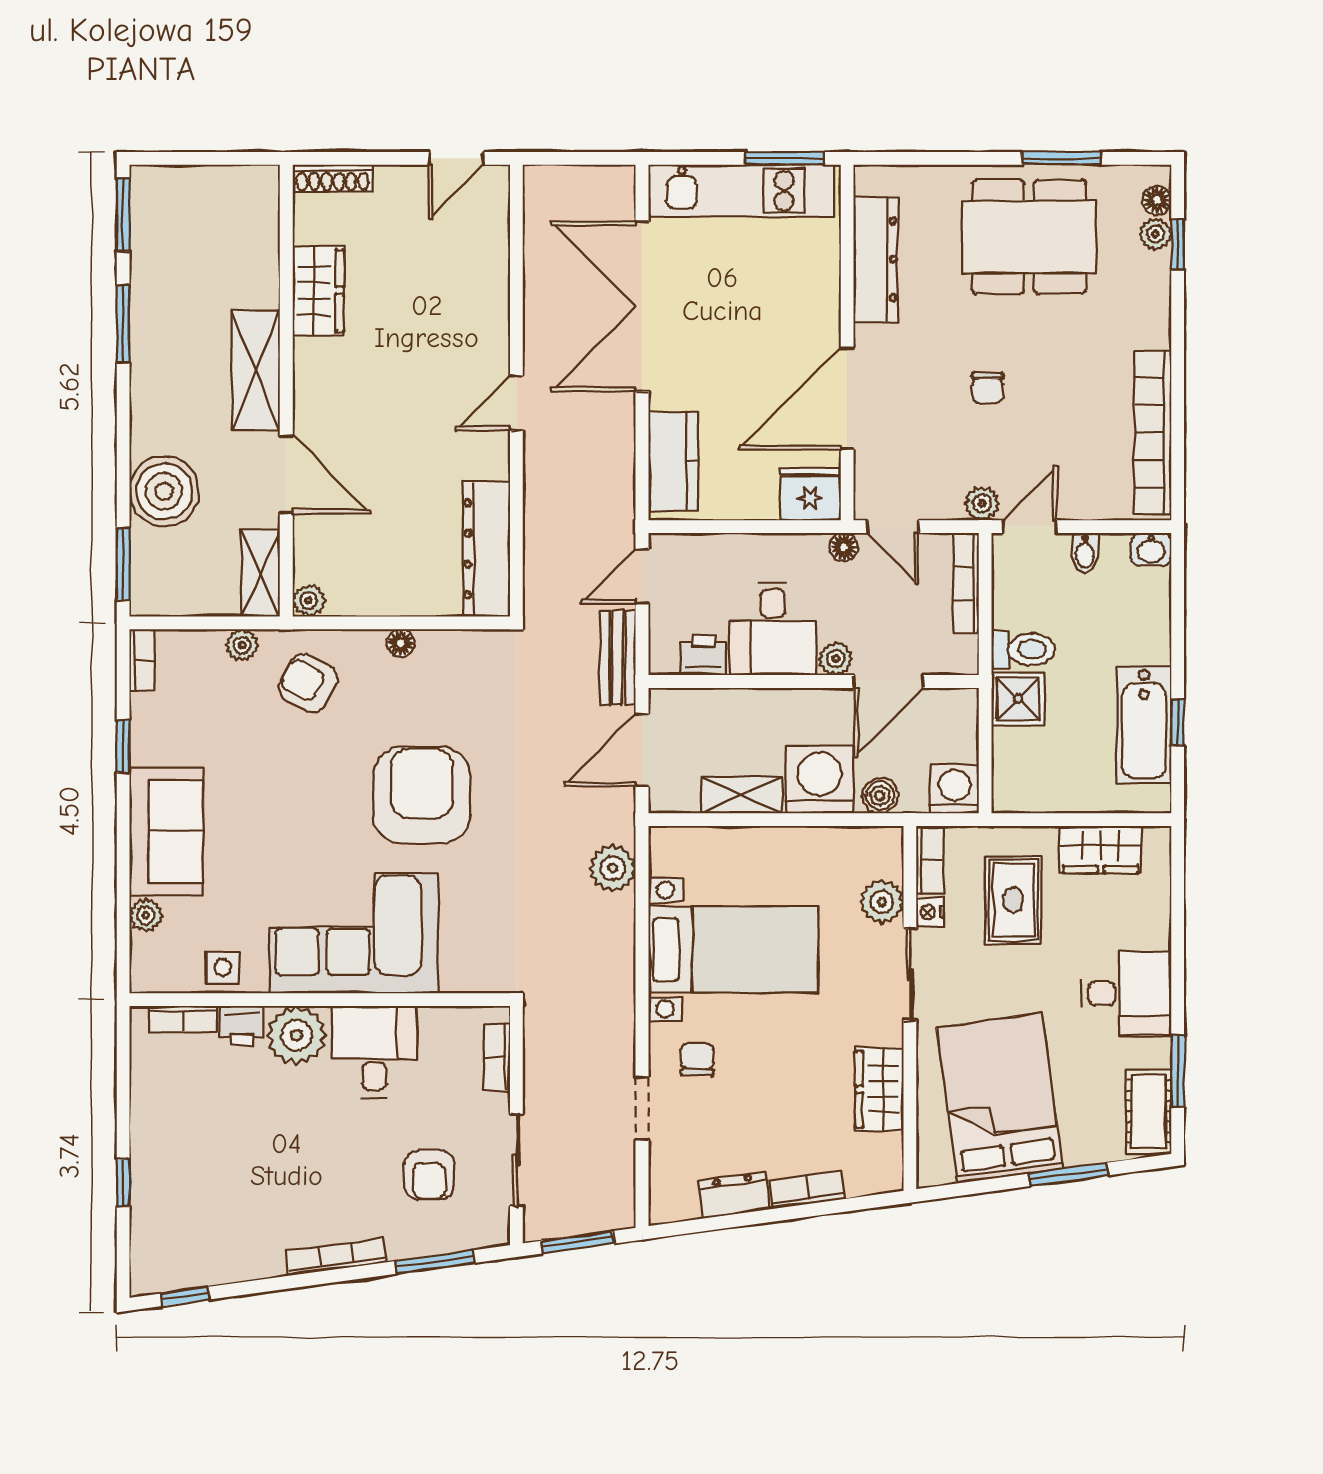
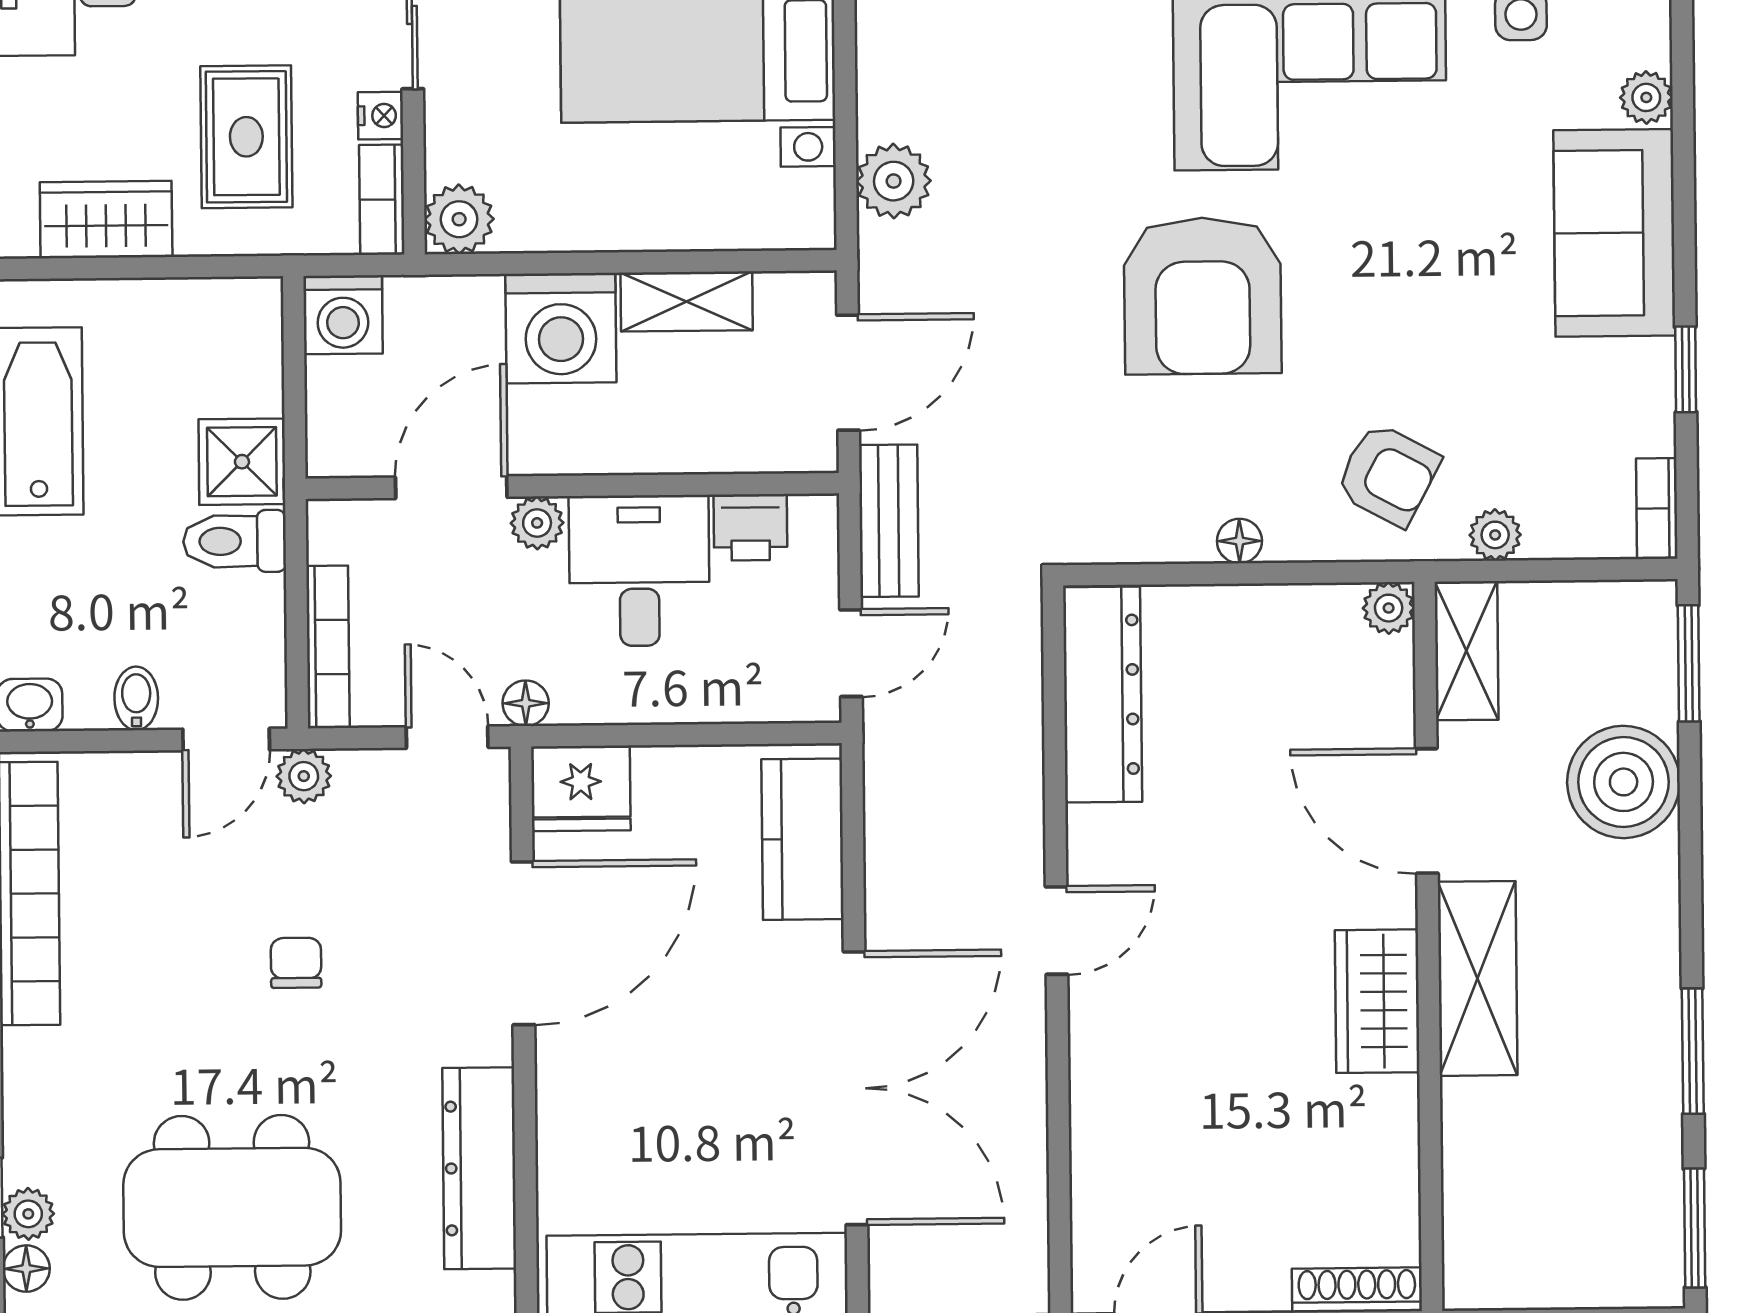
wardrobe: (318, 291) -> (1377, 1001), moved
boiler: (880, 796) -> (463, 303), removed
plant: (882, 902) -> (459, 219), moved

